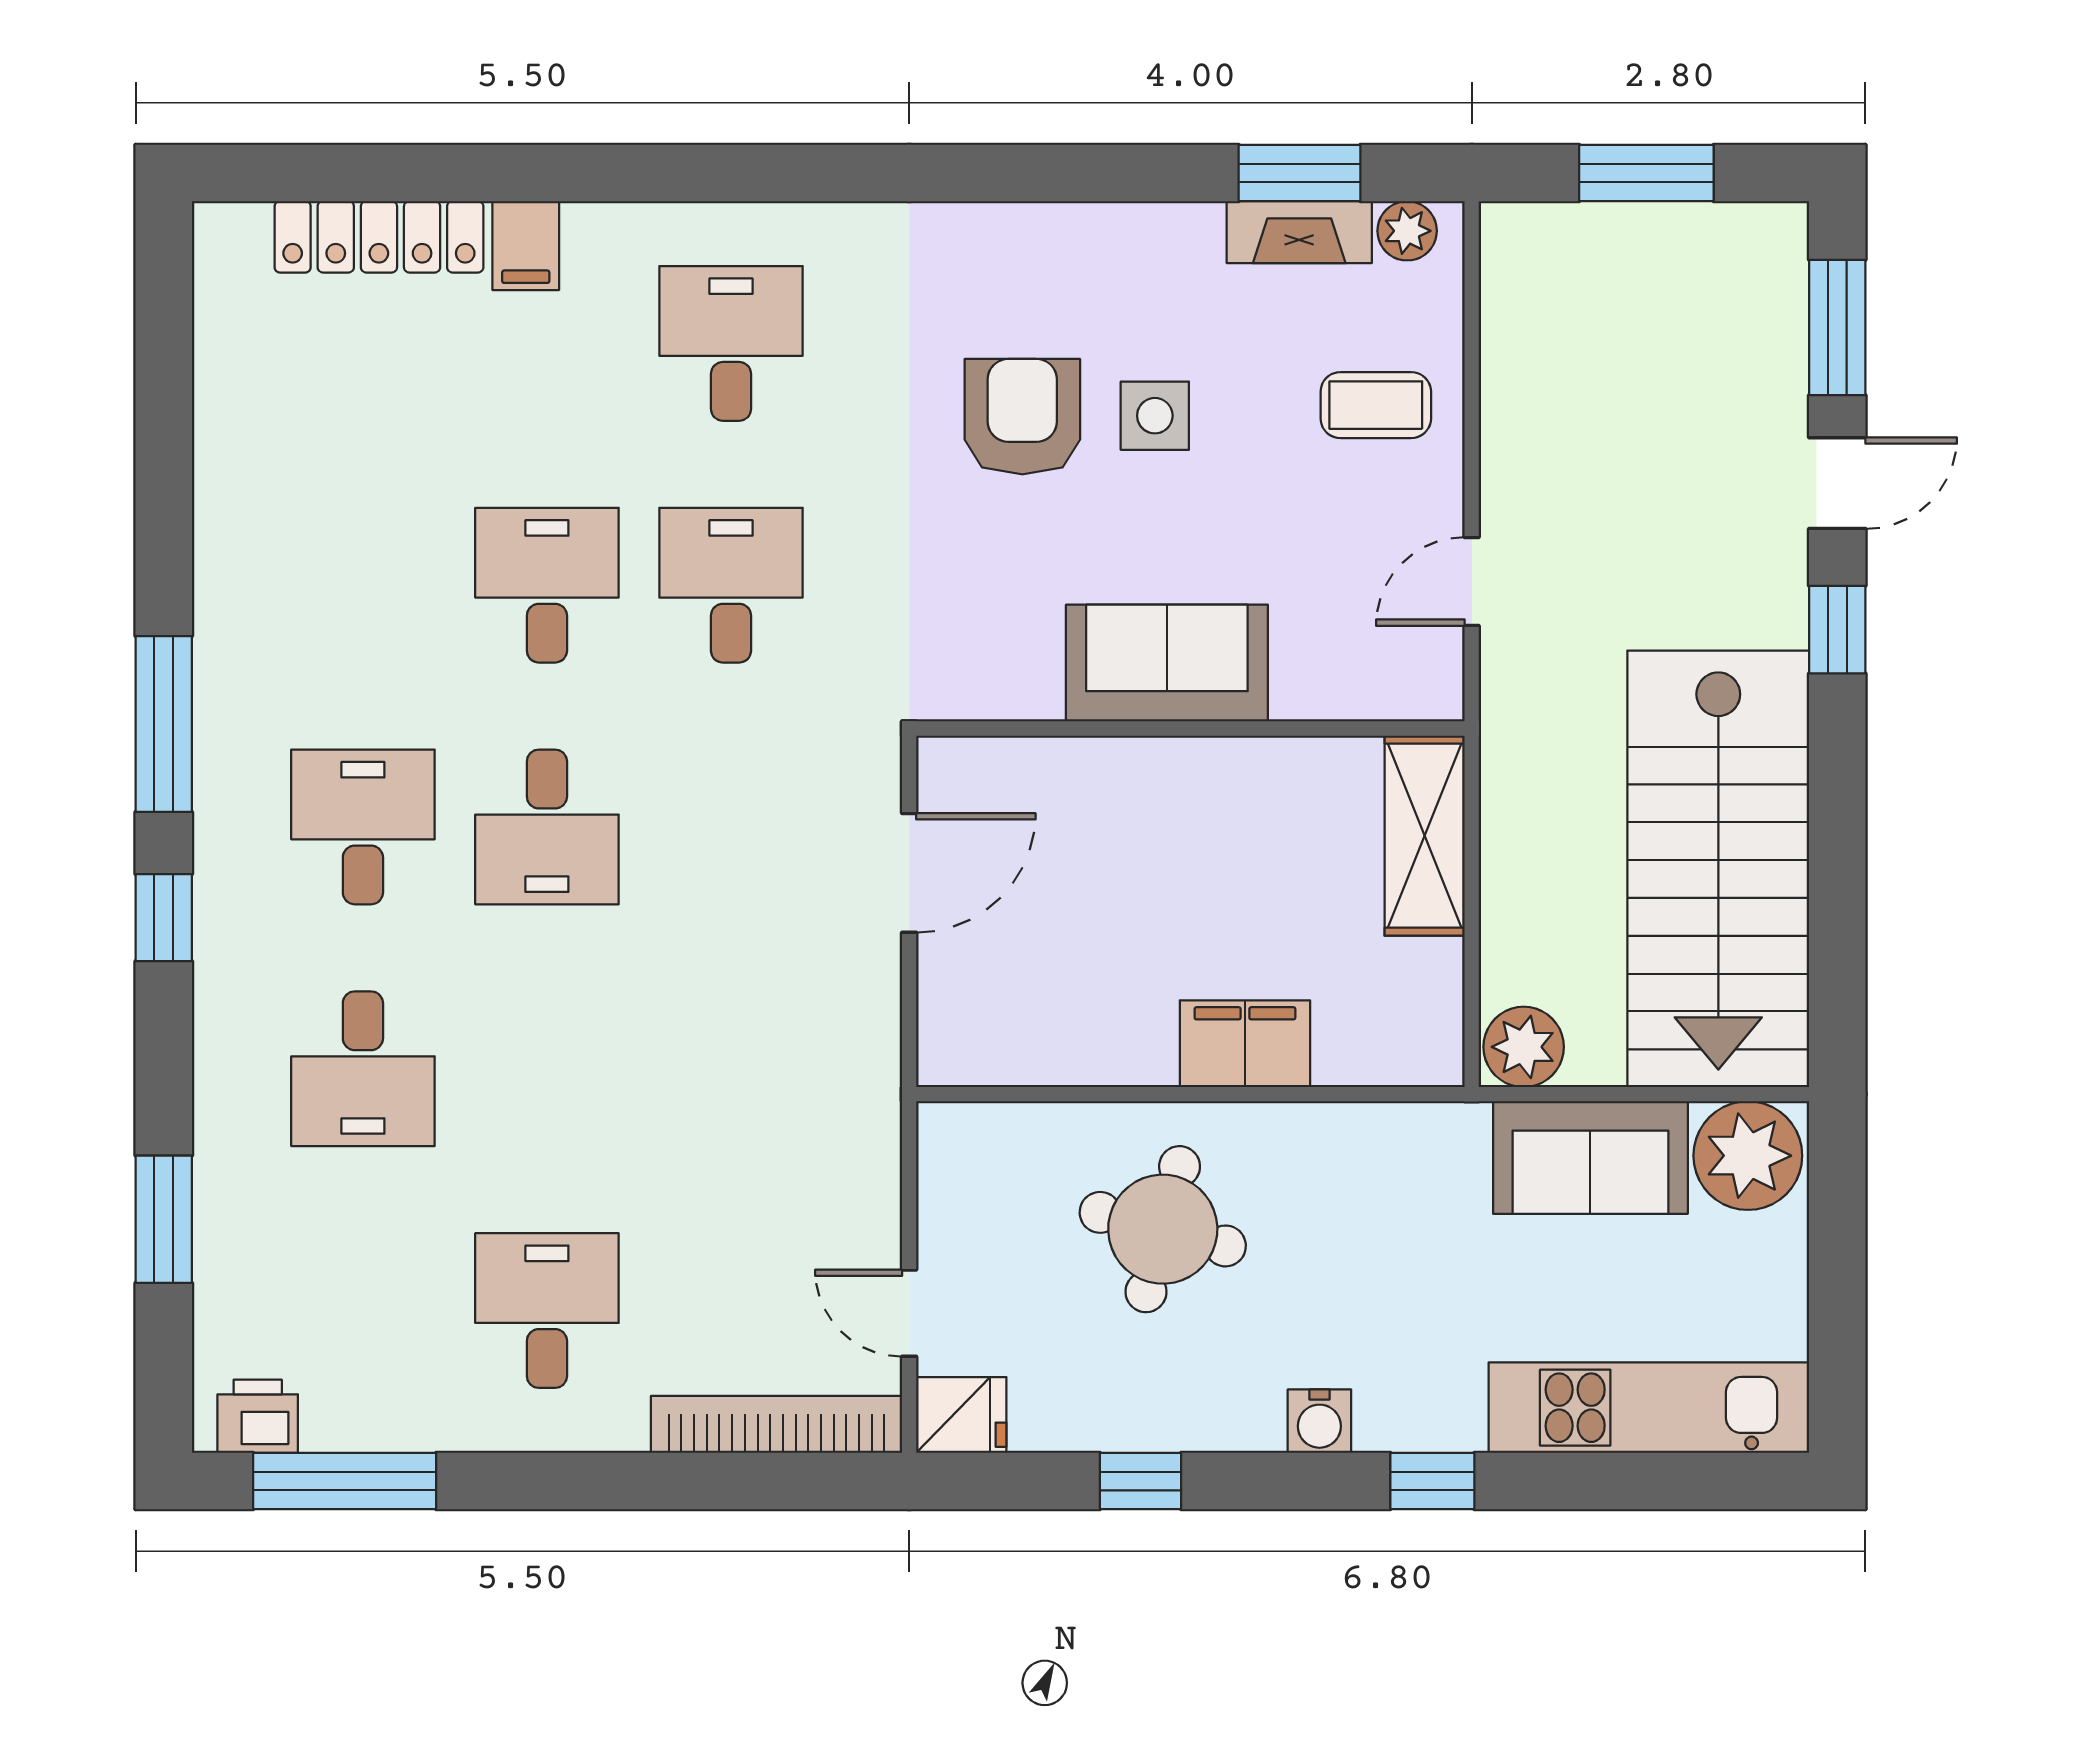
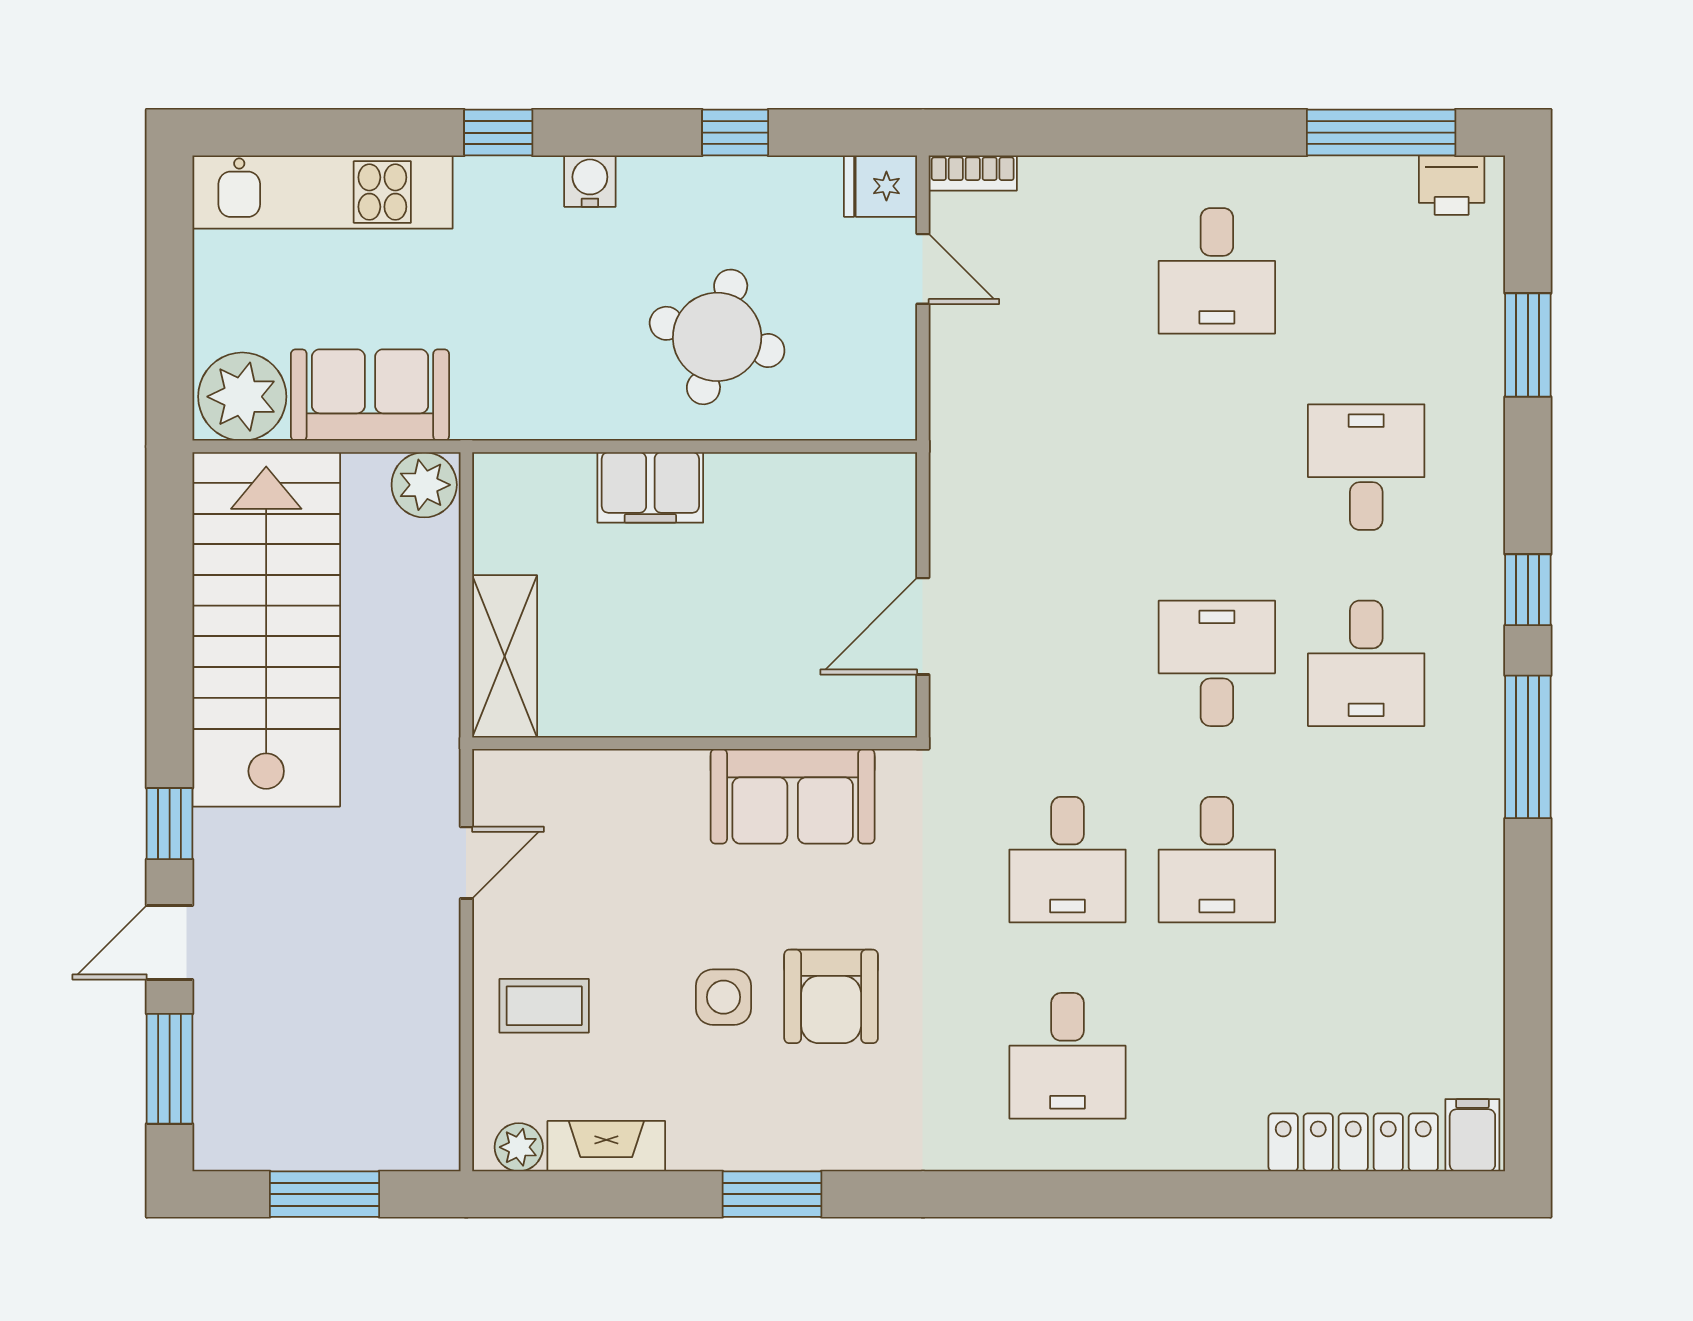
window: (1300, 173) -> (772, 1194), moved
filing cabinet: (526, 246) -> (1472, 1135), moved
sofa: (1167, 663) -> (793, 796), moved
bookcase: (777, 1424) -> (973, 173), width x0.43, depth x0.76

